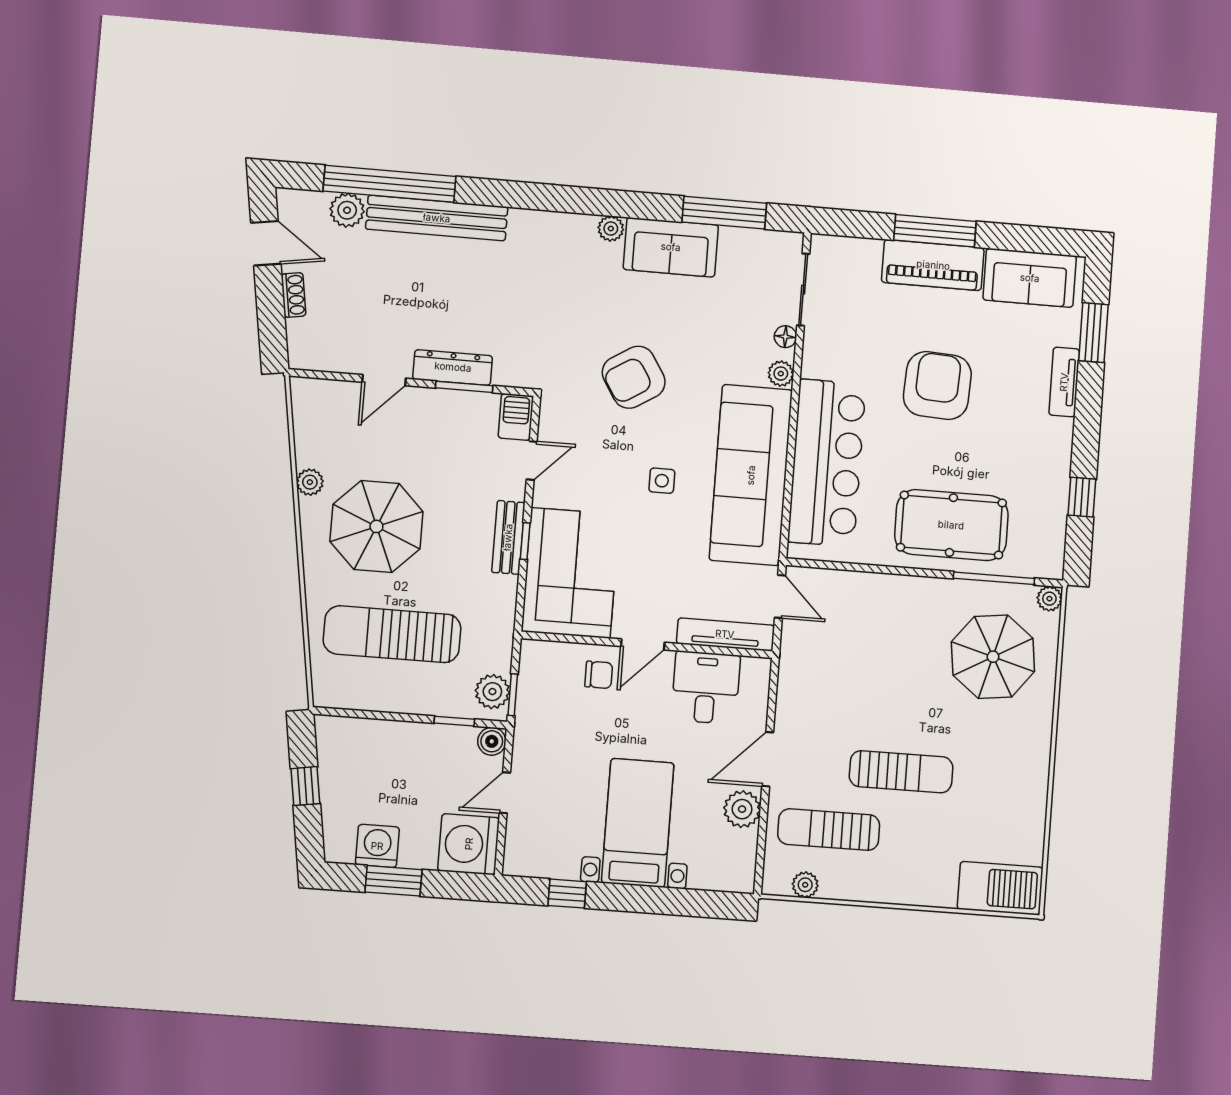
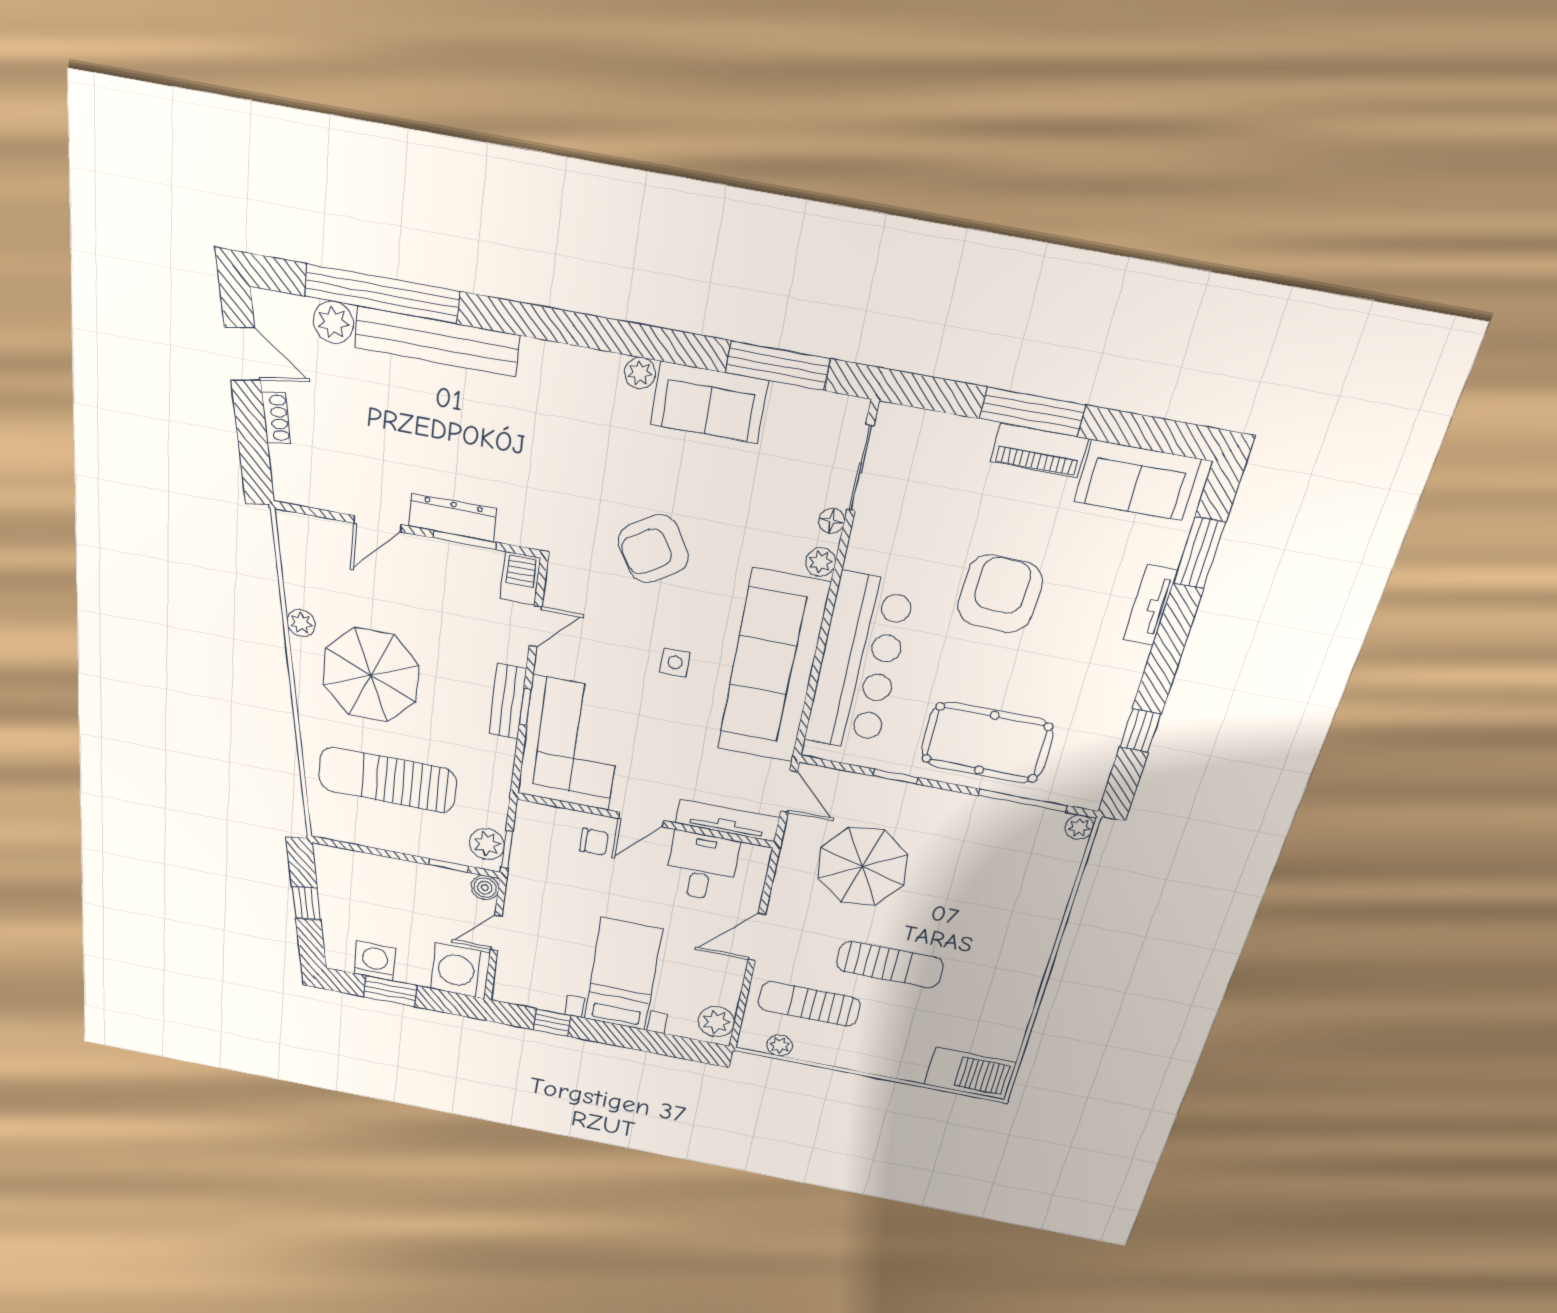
piano: (933, 265) -> (1039, 450), width x0.73, depth x0.75
window: (875, 569) -> (895, 777), added
parasol: (993, 657) -> (862, 867), moved
plant: (742, 809) -> (716, 1022), moved

